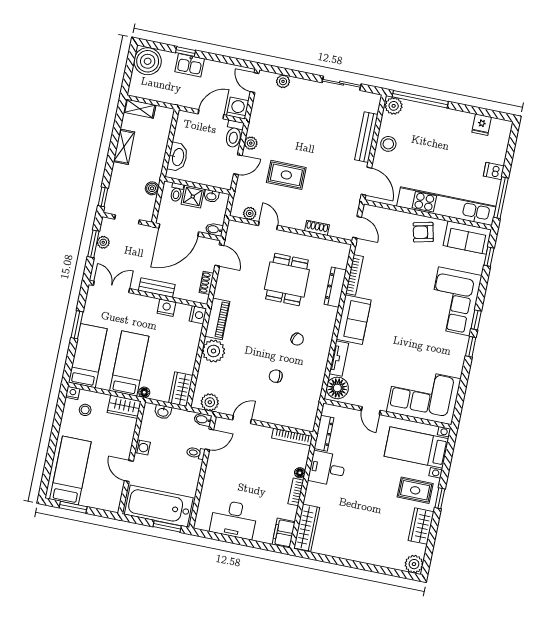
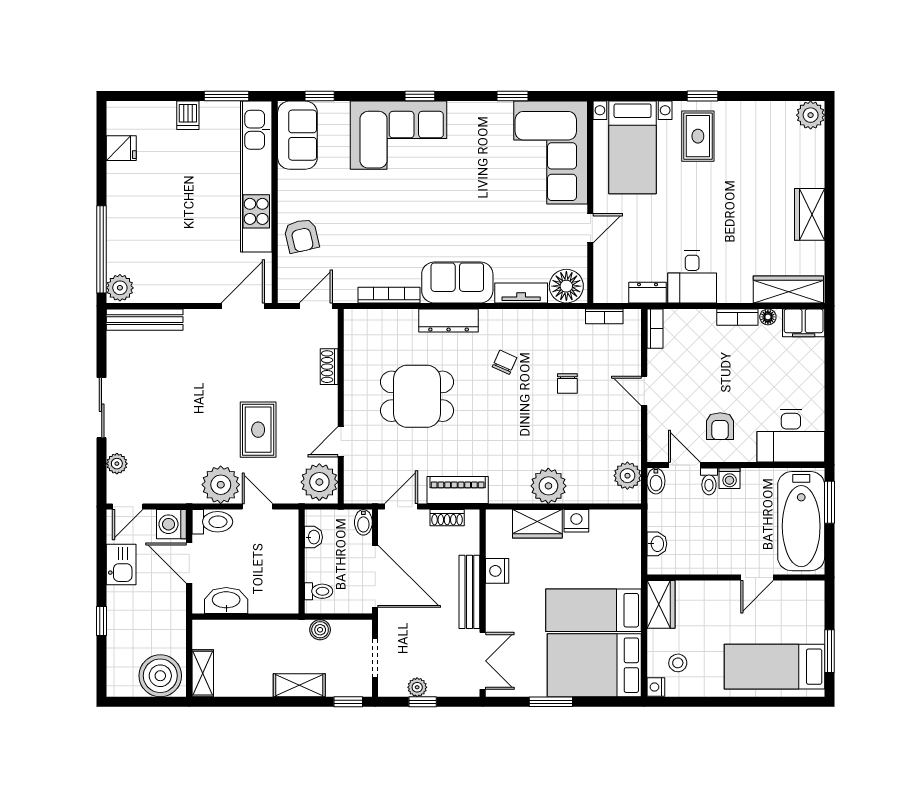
boiler: (148, 61) -> (160, 676), moved
kitchen sink: (190, 65) -> (121, 564), moved
sliding door: (342, 83) -> (102, 408), moved
bench: (366, 137) -> (145, 320), moved
plant: (251, 143) -> (221, 485), width x1.88, depth x1.88
stool: (388, 144) -> (179, 284), removed
shelving: (124, 147) -> (299, 685), moved
washbasin: (178, 157) -> (226, 601), moved
shower: (193, 197) -> (320, 565), removed
window: (501, 198) -> (227, 96), width x0.69
plant: (250, 213) -> (319, 482), width x1.87, depth x1.87
armchair: (423, 232) -> (301, 236), moved
window: (93, 244) -> (423, 702), width x0.67
double door: (111, 287) -> (483, 661), swing flipped
dresser: (335, 287) -> (449, 320), moved
bench: (157, 288) -> (469, 592), width x1.36
nightstand: (198, 315) -> (576, 521), moved
piano: (217, 319) -> (458, 490), moved
window: (471, 347) -> (512, 96), moved
bed: (88, 356) -> (594, 665), width x1.50
wardrobe: (181, 389) -> (537, 524), moved
floor lamp: (144, 392) -> (633, 578), removed
bookcase: (313, 408) -> (604, 316), added
door: (242, 420) -> (644, 391), moved
dresser: (324, 433) -> (647, 293), width x0.70
bookcase: (292, 437) -> (655, 329), width x0.64
washing machine: (142, 447) -> (730, 478), moved, turned 180
armchair: (229, 467) -> (720, 426), added
floor lamp: (300, 473) -> (768, 317), moved
desk: (234, 519) -> (791, 436), moved, turned 90
wardrobe: (421, 526) -> (810, 214), moved, turned 90

